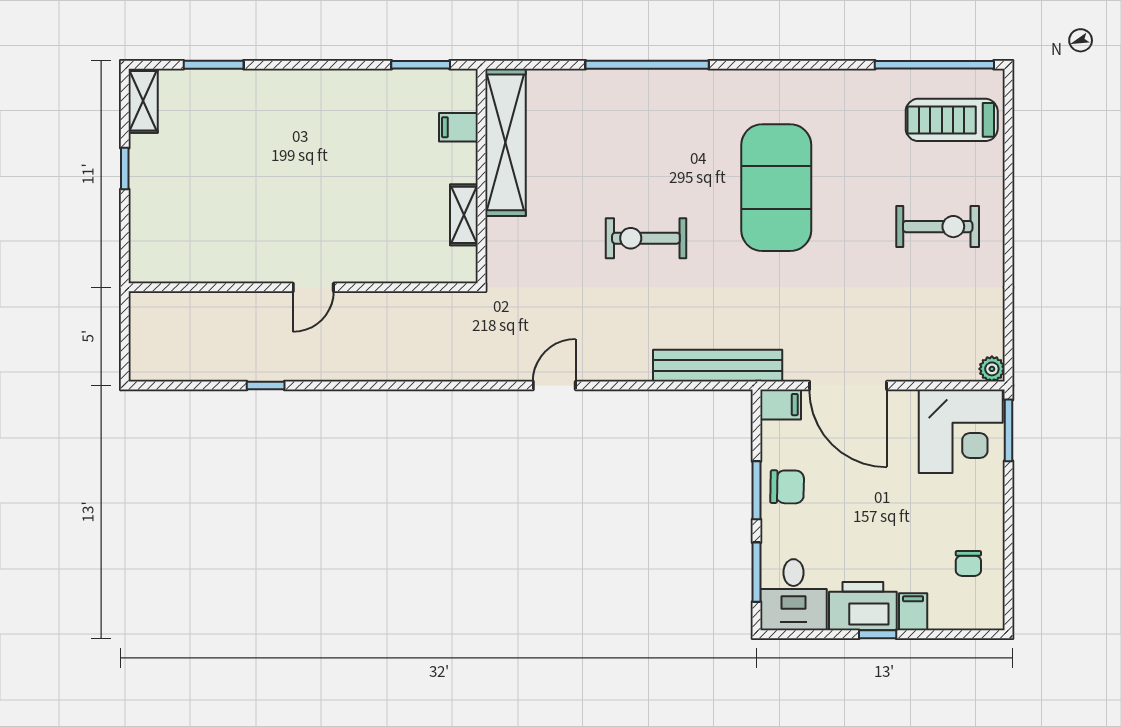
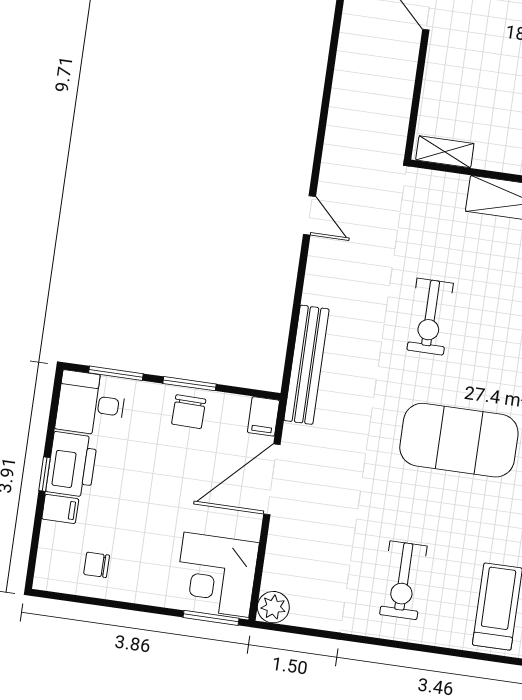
shelving: (464, 215) -> (445, 152), moved
exercise bike: (646, 238) -> (430, 317), turned 180
plant: (992, 369) -> (273, 607), width x1.38, depth x1.38

